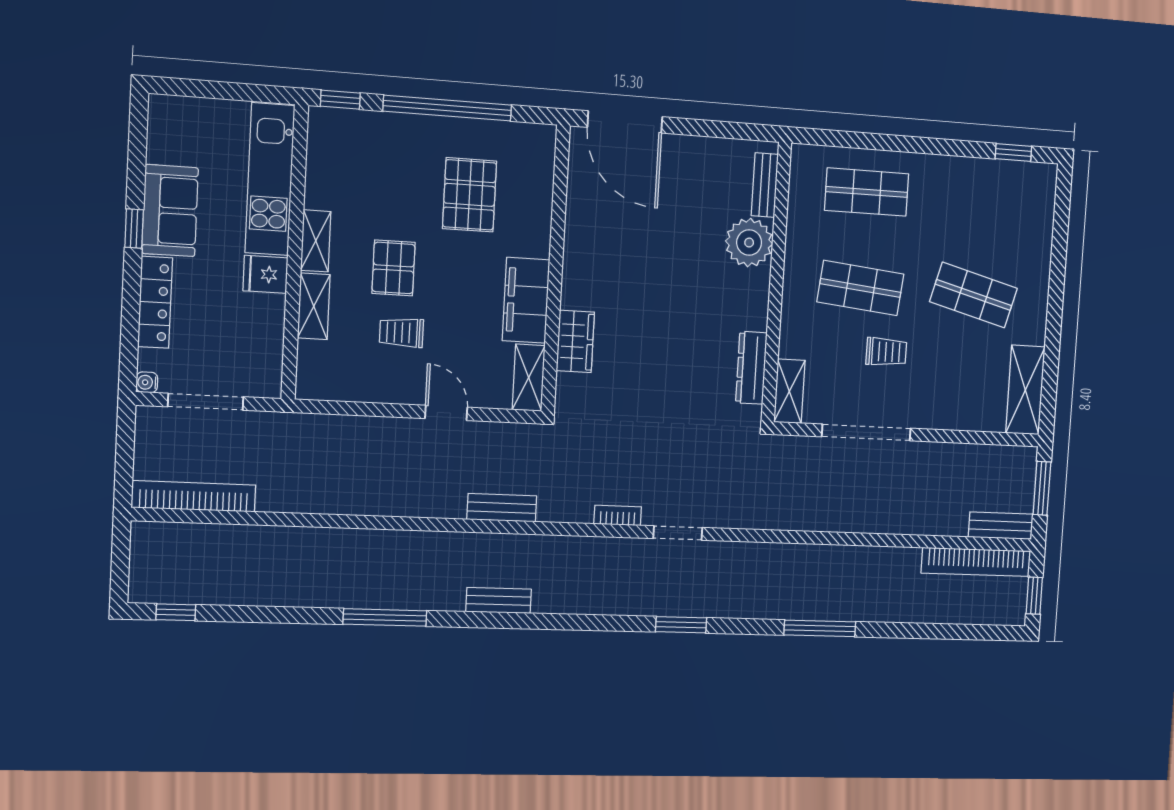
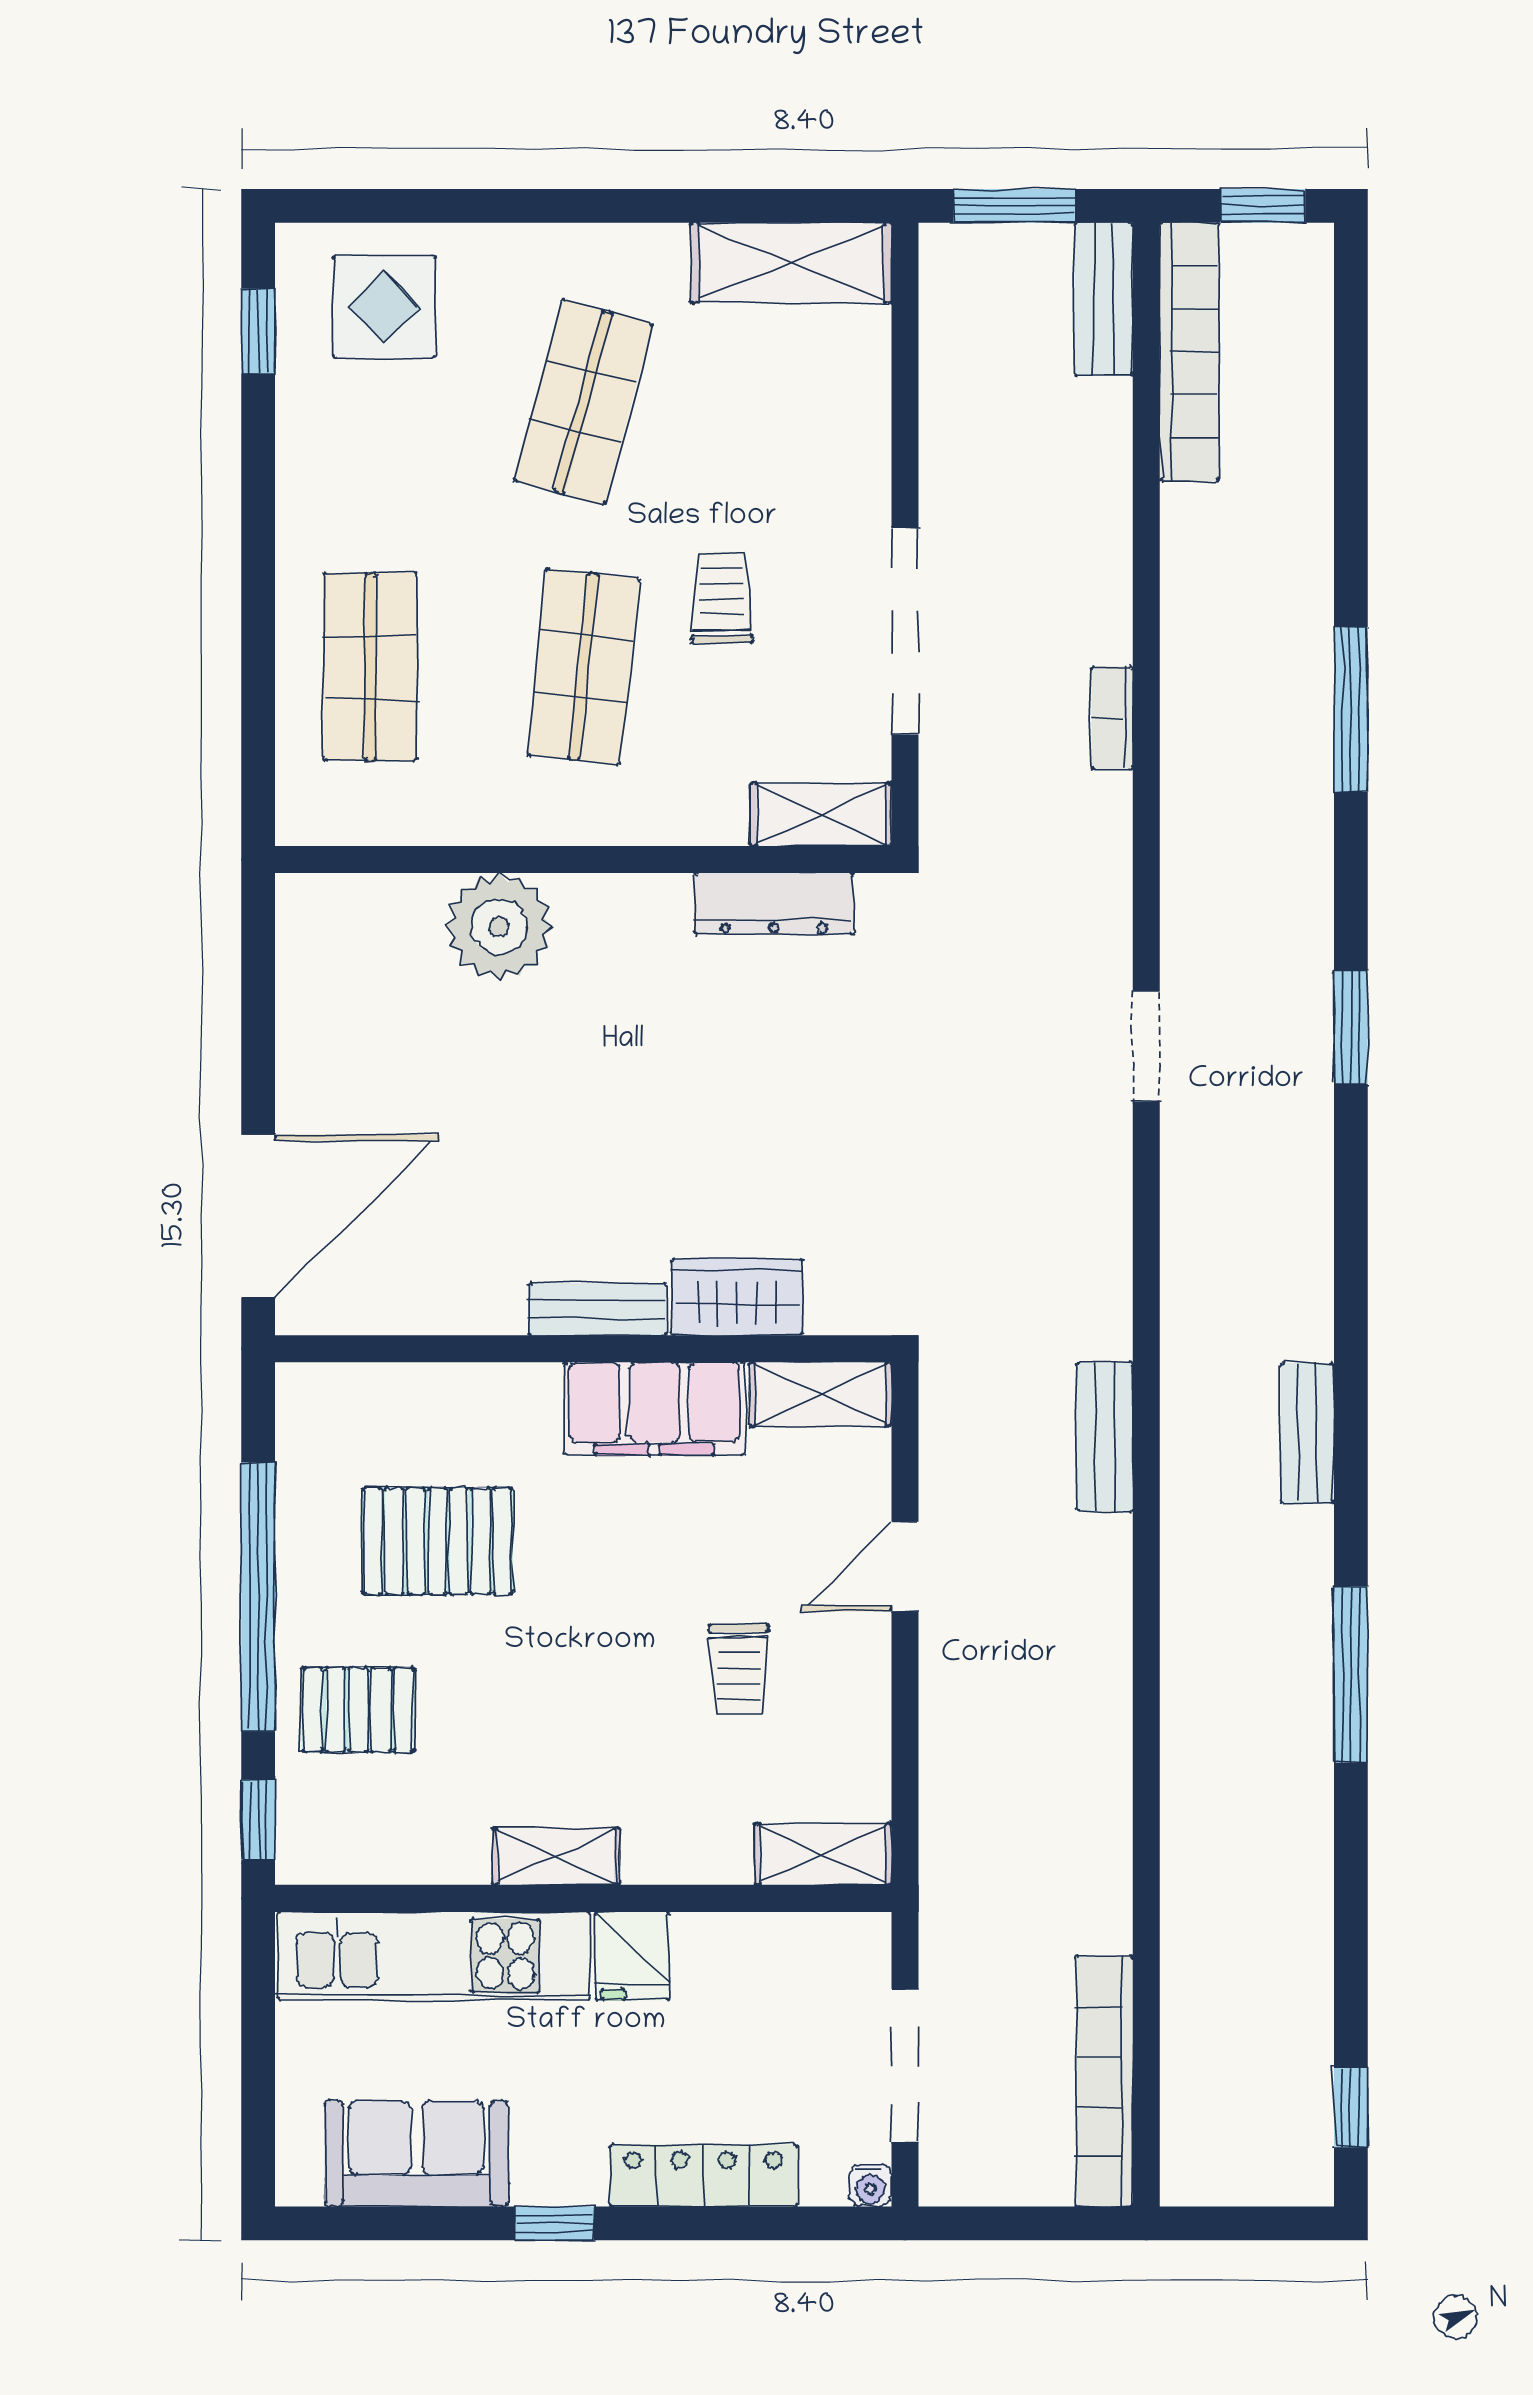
bench: (765, 185) -> (597, 1309), moved
display table: (1020, 209) -> (384, 307), added
sofa: (170, 211) -> (416, 2154), moved
pallet: (394, 268) -> (358, 1710), moved
shelving: (314, 306) -> (823, 1854), moved
bookcase: (618, 515) -> (1112, 718), moved

